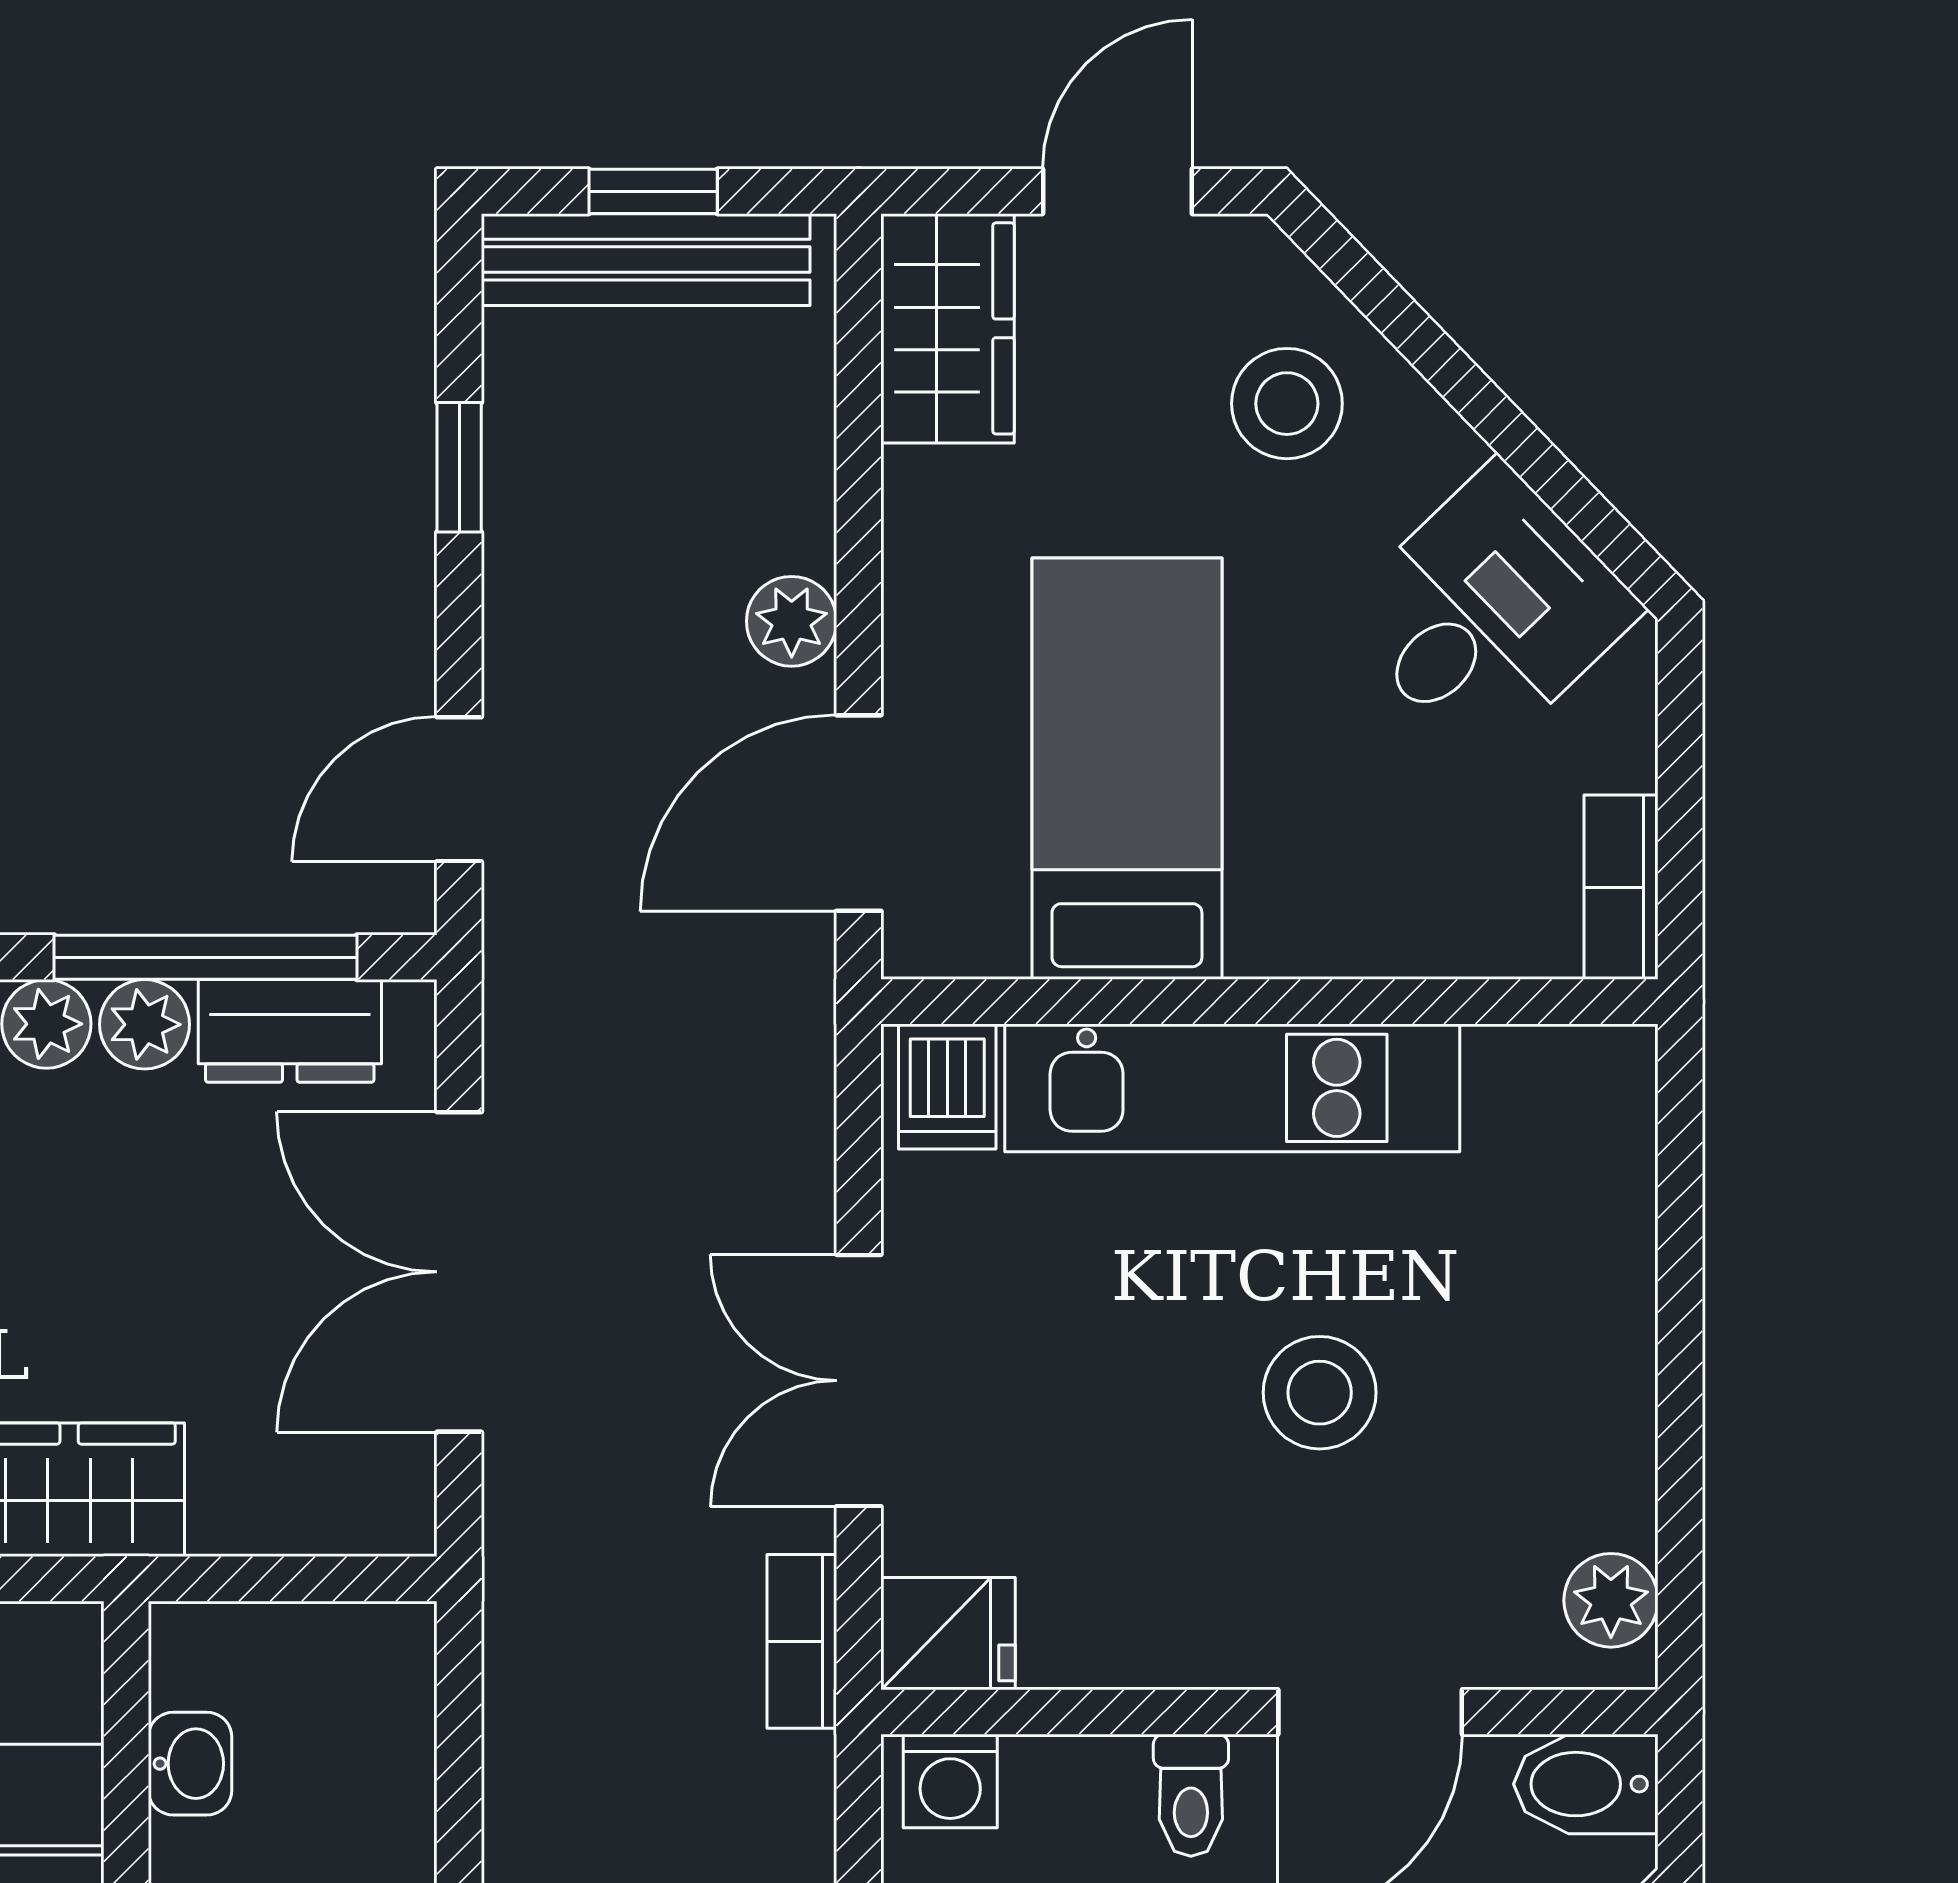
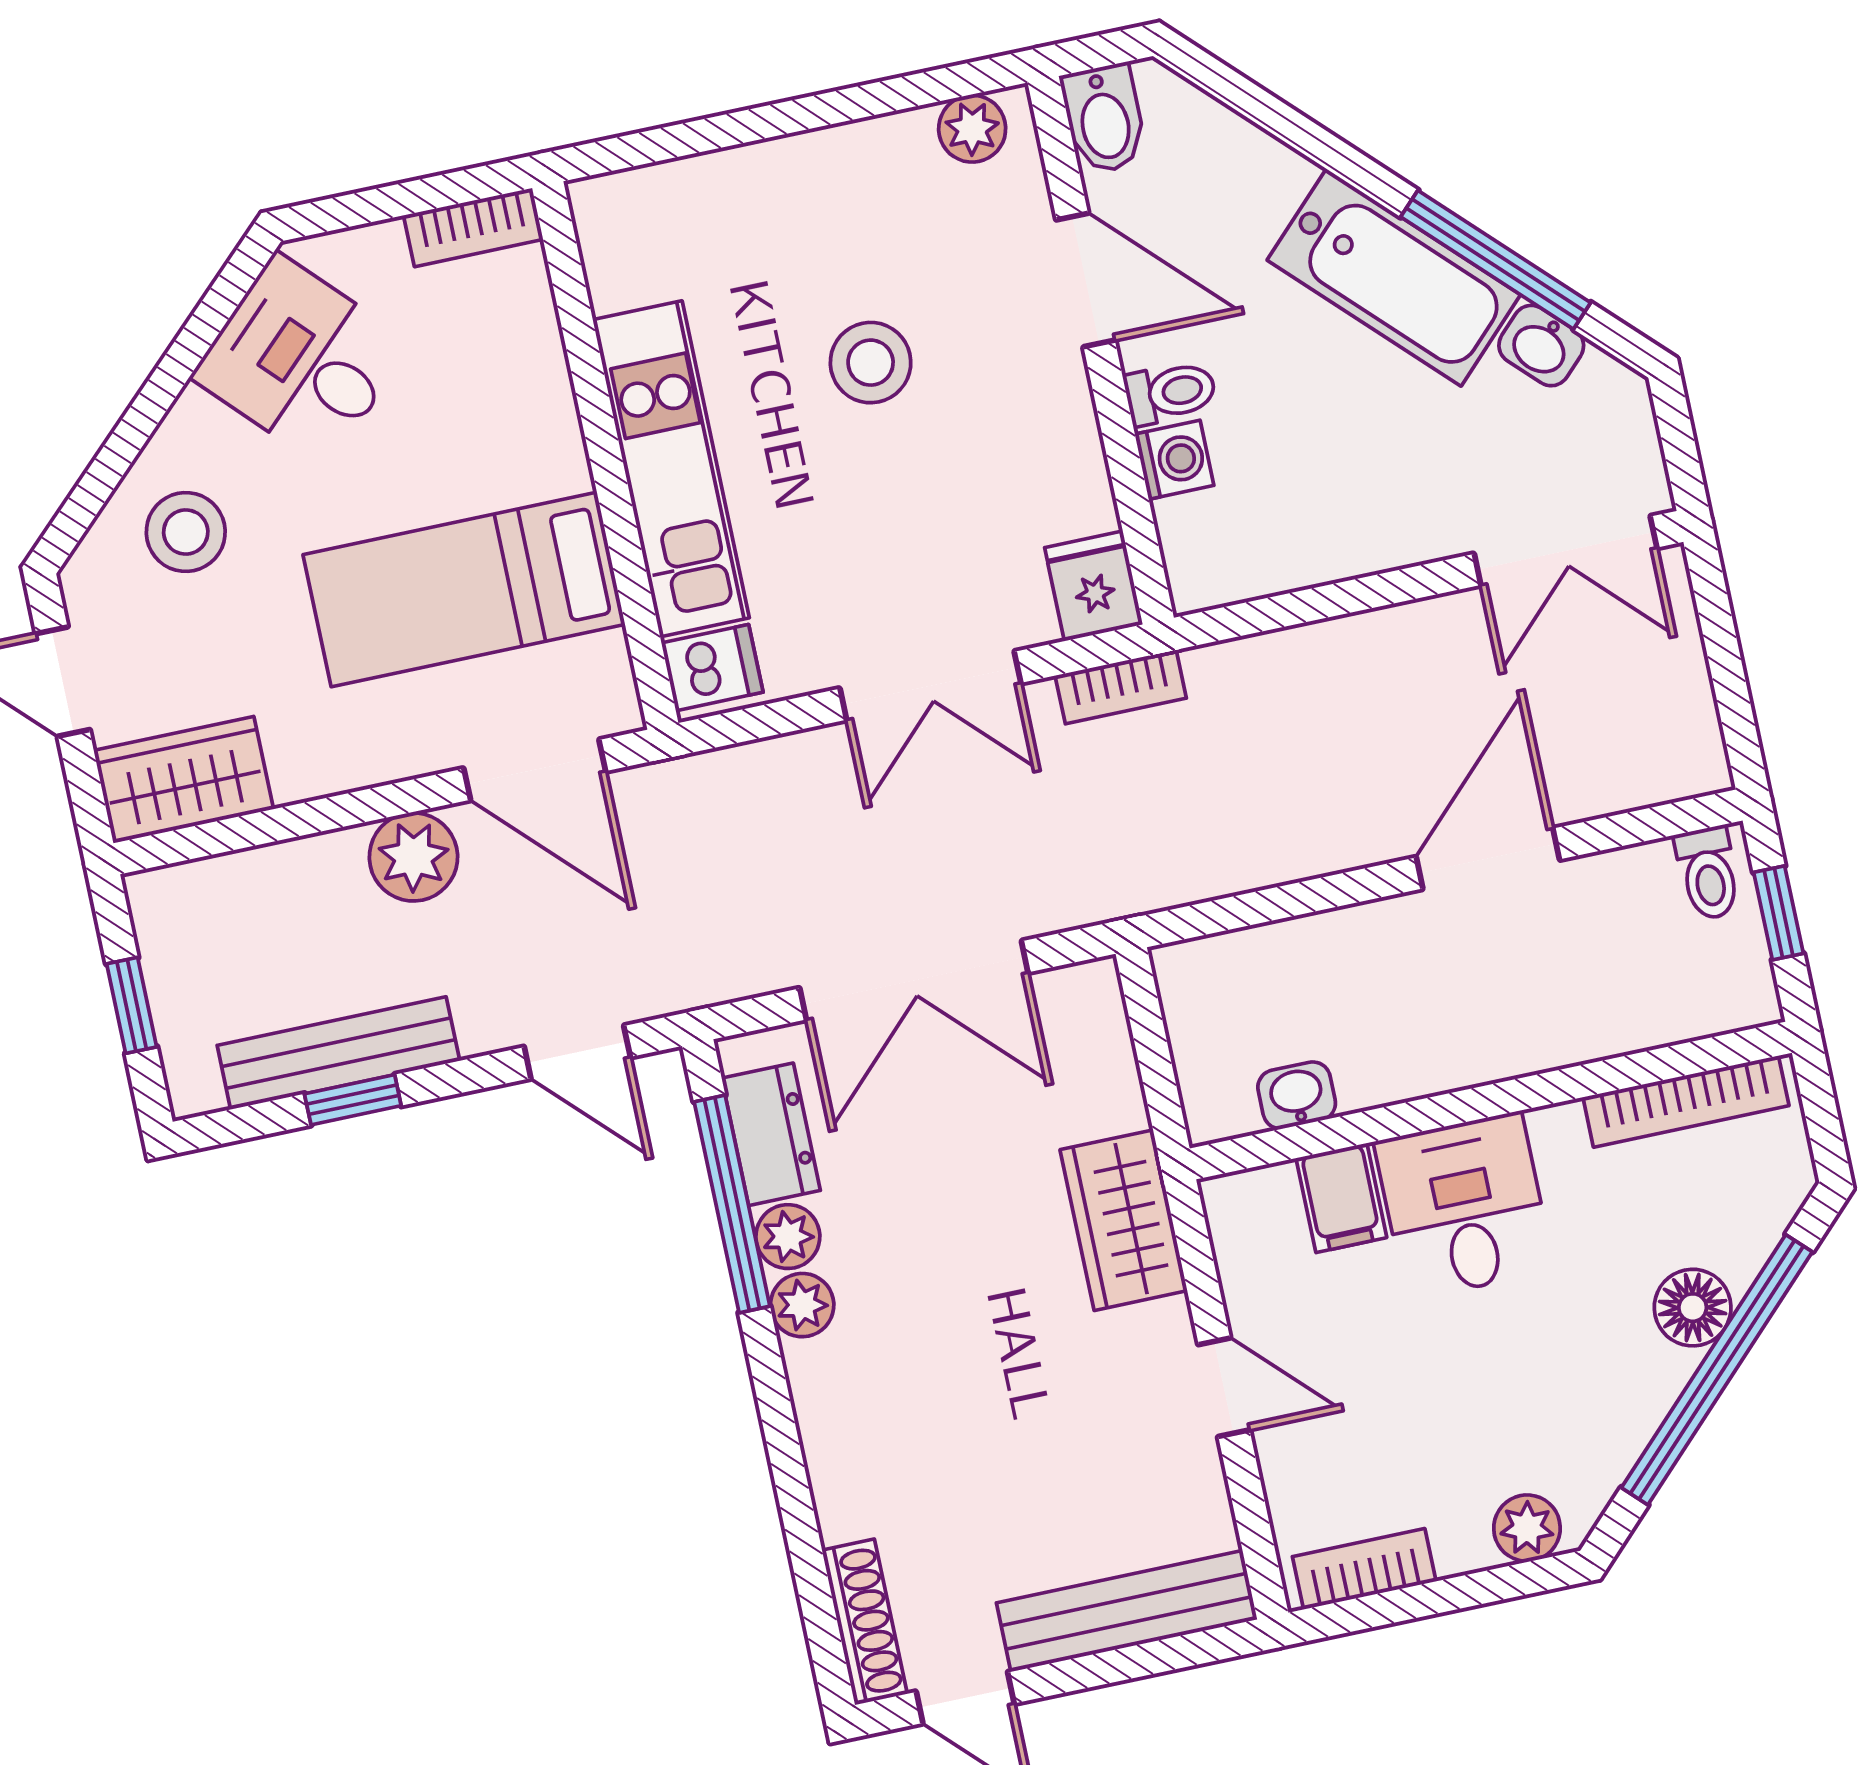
bench: (646, 260) -> (338, 1053), moved, turned 90
plant: (792, 621) -> (413, 857), width x1.38, depth x1.38
washing machine: (950, 1781) -> (1174, 460), moved

